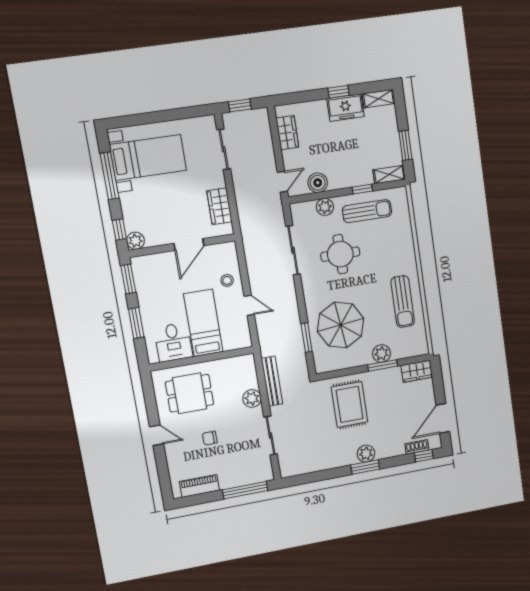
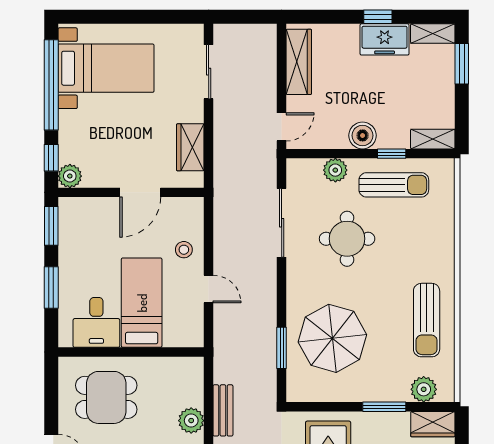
window: (240, 105) -> (240, 17), removed
wardrobe: (287, 133) -> (299, 62), width x1.50
window: (405, 145) -> (462, 64), moved
window: (110, 176) -> (51, 85), width x1.46
boiler: (318, 183) -> (363, 135), moved
plant: (381, 354) -> (424, 389), moved
bench: (272, 381) -> (223, 410), width x0.73

